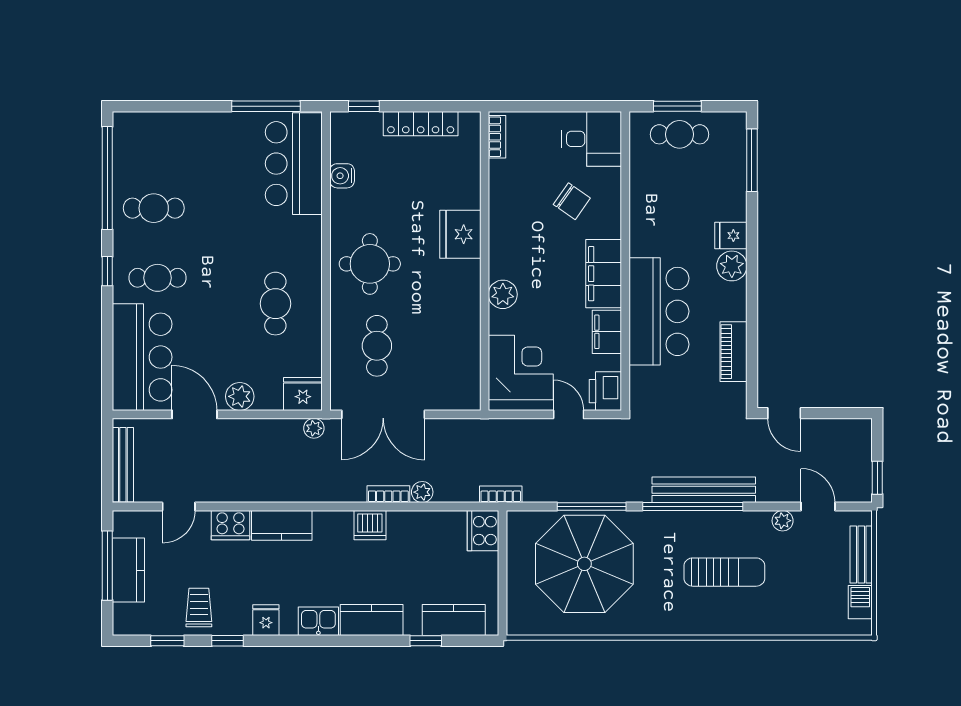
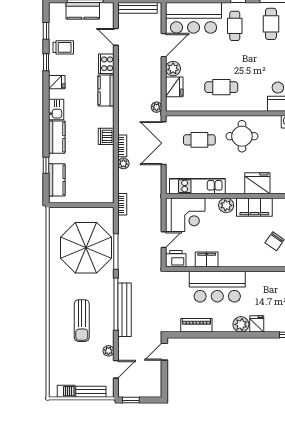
filing cabinet: (604, 274) -> (254, 207), moved, turned 180
kitchen unit: (466, 350) -> (197, 186), added
fridge: (303, 394) -> (174, 87), moved
cooker: (483, 531) -> (103, 195), removed

